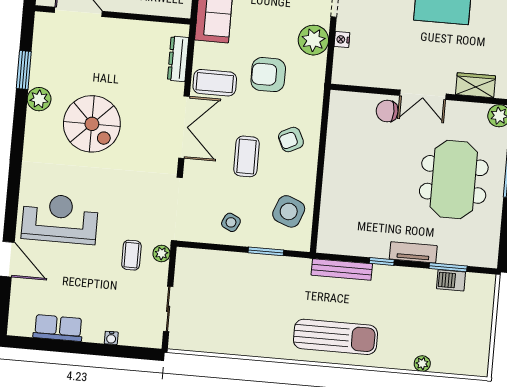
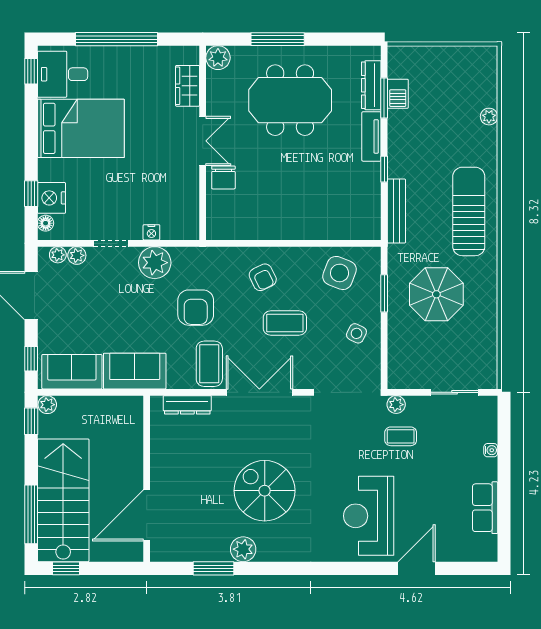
spiral stairs: (92, 124) -> (265, 491), turned -90
dresser: (461, 256) -> (371, 85), added
parasol: (261, 300) -> (436, 294), added

